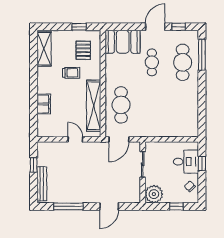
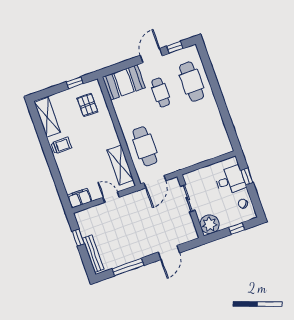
window: (202, 55) -> (208, 67), removed
trolley: (71, 73) -> (61, 146), moved
filing cabinet: (44, 104) -> (79, 198), moved, turned -90
shelving: (94, 106) -> (120, 165), width x0.68

